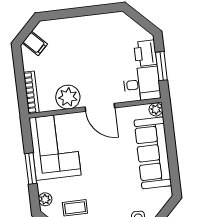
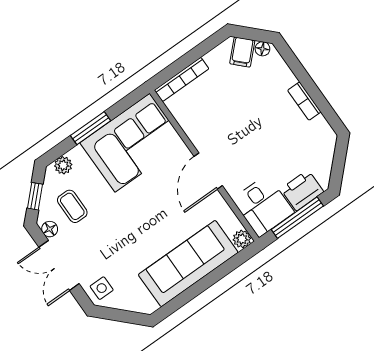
bookcase: (88, 21) -> (304, 101), added
floor lamp: (40, 29) -> (262, 49), added
window: (161, 66) -> (297, 218), width x1.44
plant: (68, 97) -> (200, 126), removed

